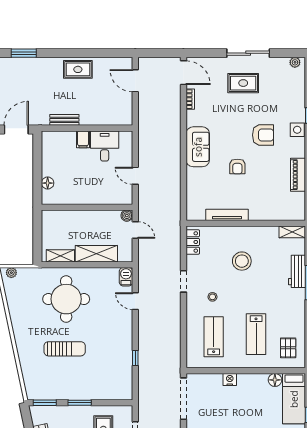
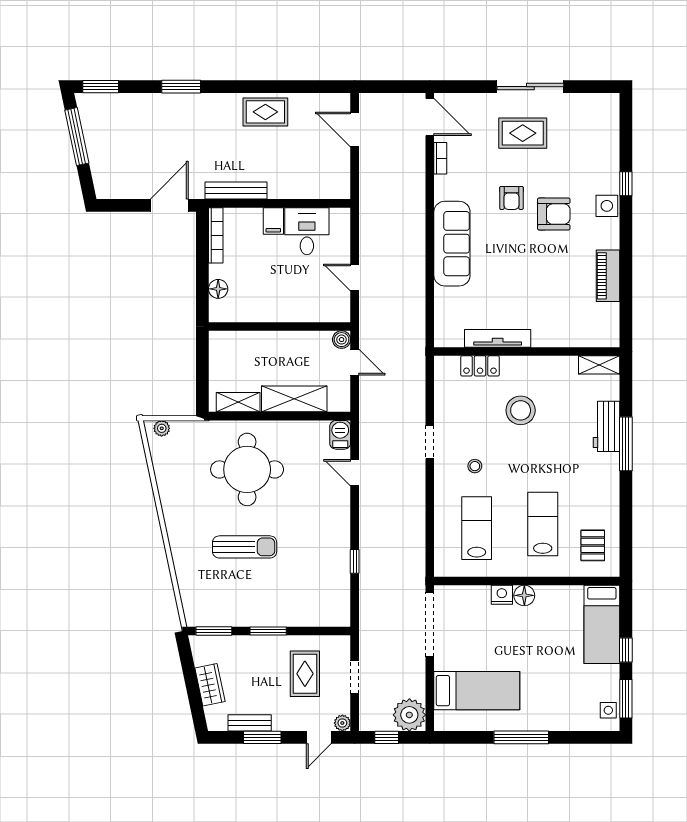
plant: (295, 62) -> (603, 101), removed
bench: (64, 120) -> (236, 191), width x1.36
sofa: (198, 147) -> (452, 244), width x1.36
bookcase: (46, 149) -> (216, 235), added
armchair: (237, 167) -> (511, 198), moved
locker: (193, 242) -> (480, 366), moved, turned 90
lab bench: (256, 334) -> (543, 524), turned 180
floor lamp: (275, 380) -> (524, 595), moved

